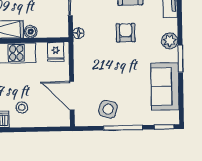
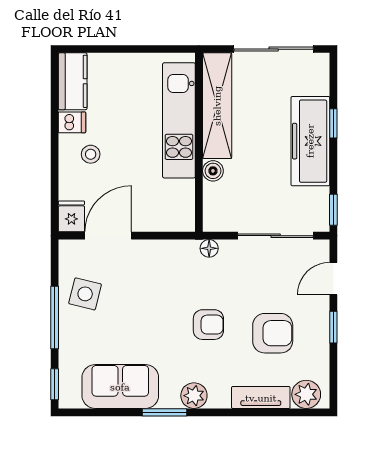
fridge: (56, 52) -> (71, 216), moved, turned 90

